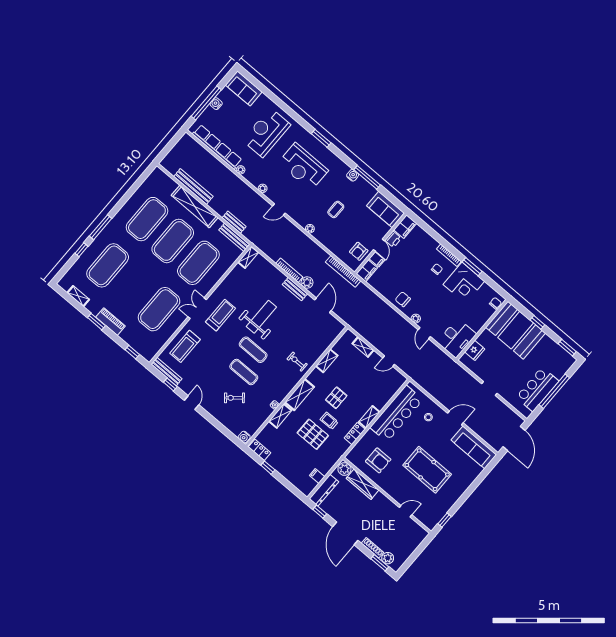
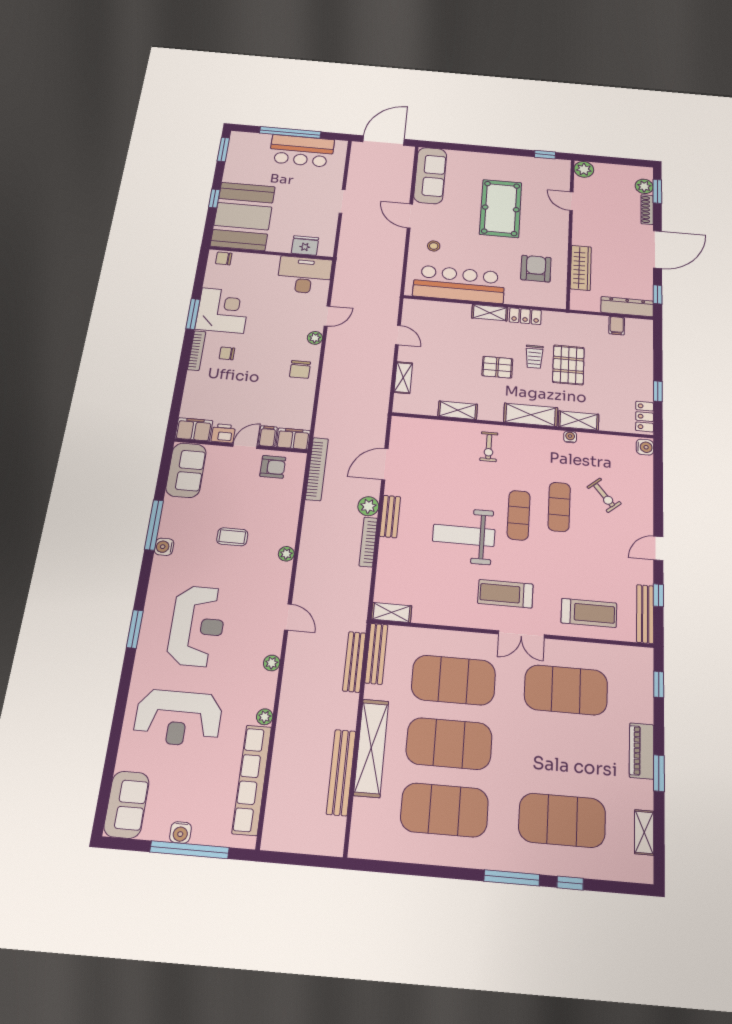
bench: (234, 222) -> (354, 662), width x1.36
plant: (344, 469) -> (584, 169), moved

